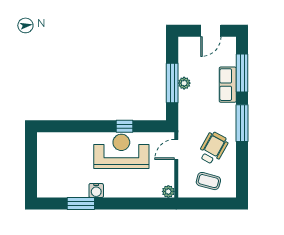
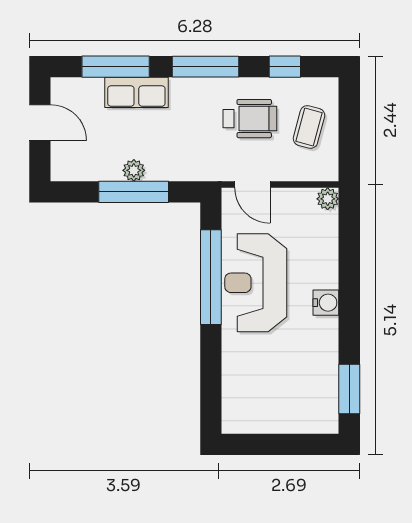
window: (125, 126) -> (211, 277), width x3.17
wheelchair: (213, 148) -> (250, 119), turned 151
window: (242, 168) -> (285, 67), added
water cooler: (96, 191) -> (326, 303), moved
window: (81, 204) -> (349, 389), moved

